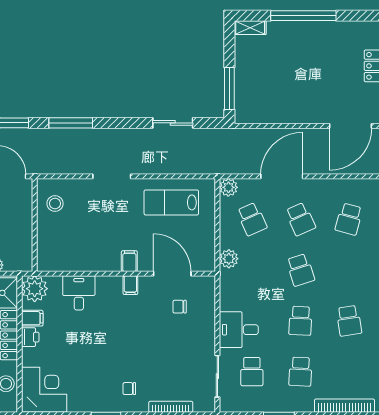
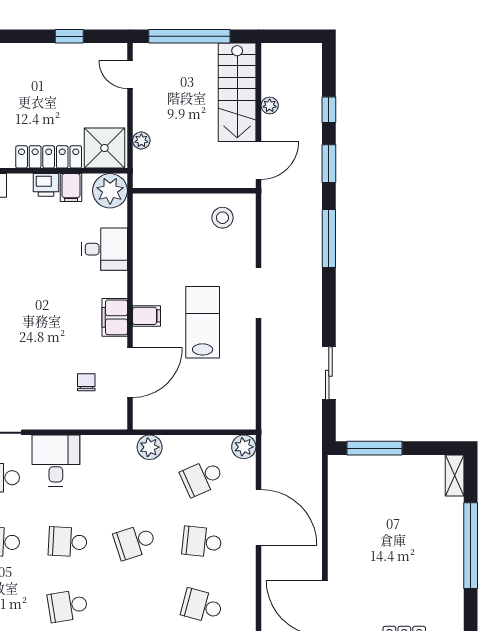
lab bench: (171, 202) -> (203, 322), moved
school desk: (300, 219) -> (202, 542), turned 30
filing cabinet: (130, 285) -> (115, 317), width x2.00

